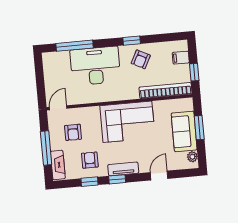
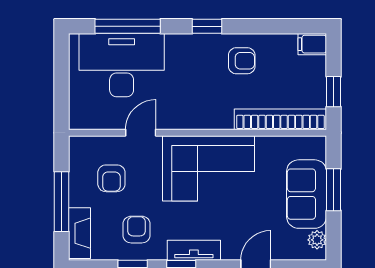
window: (132, 41) -> (207, 26), moved
filing cabinet: (181, 58) -> (312, 44), moved
armchair: (141, 59) -> (242, 61), turned -117
desk: (95, 66) -> (122, 65), moved
door: (58, 108) -> (141, 133), moved

